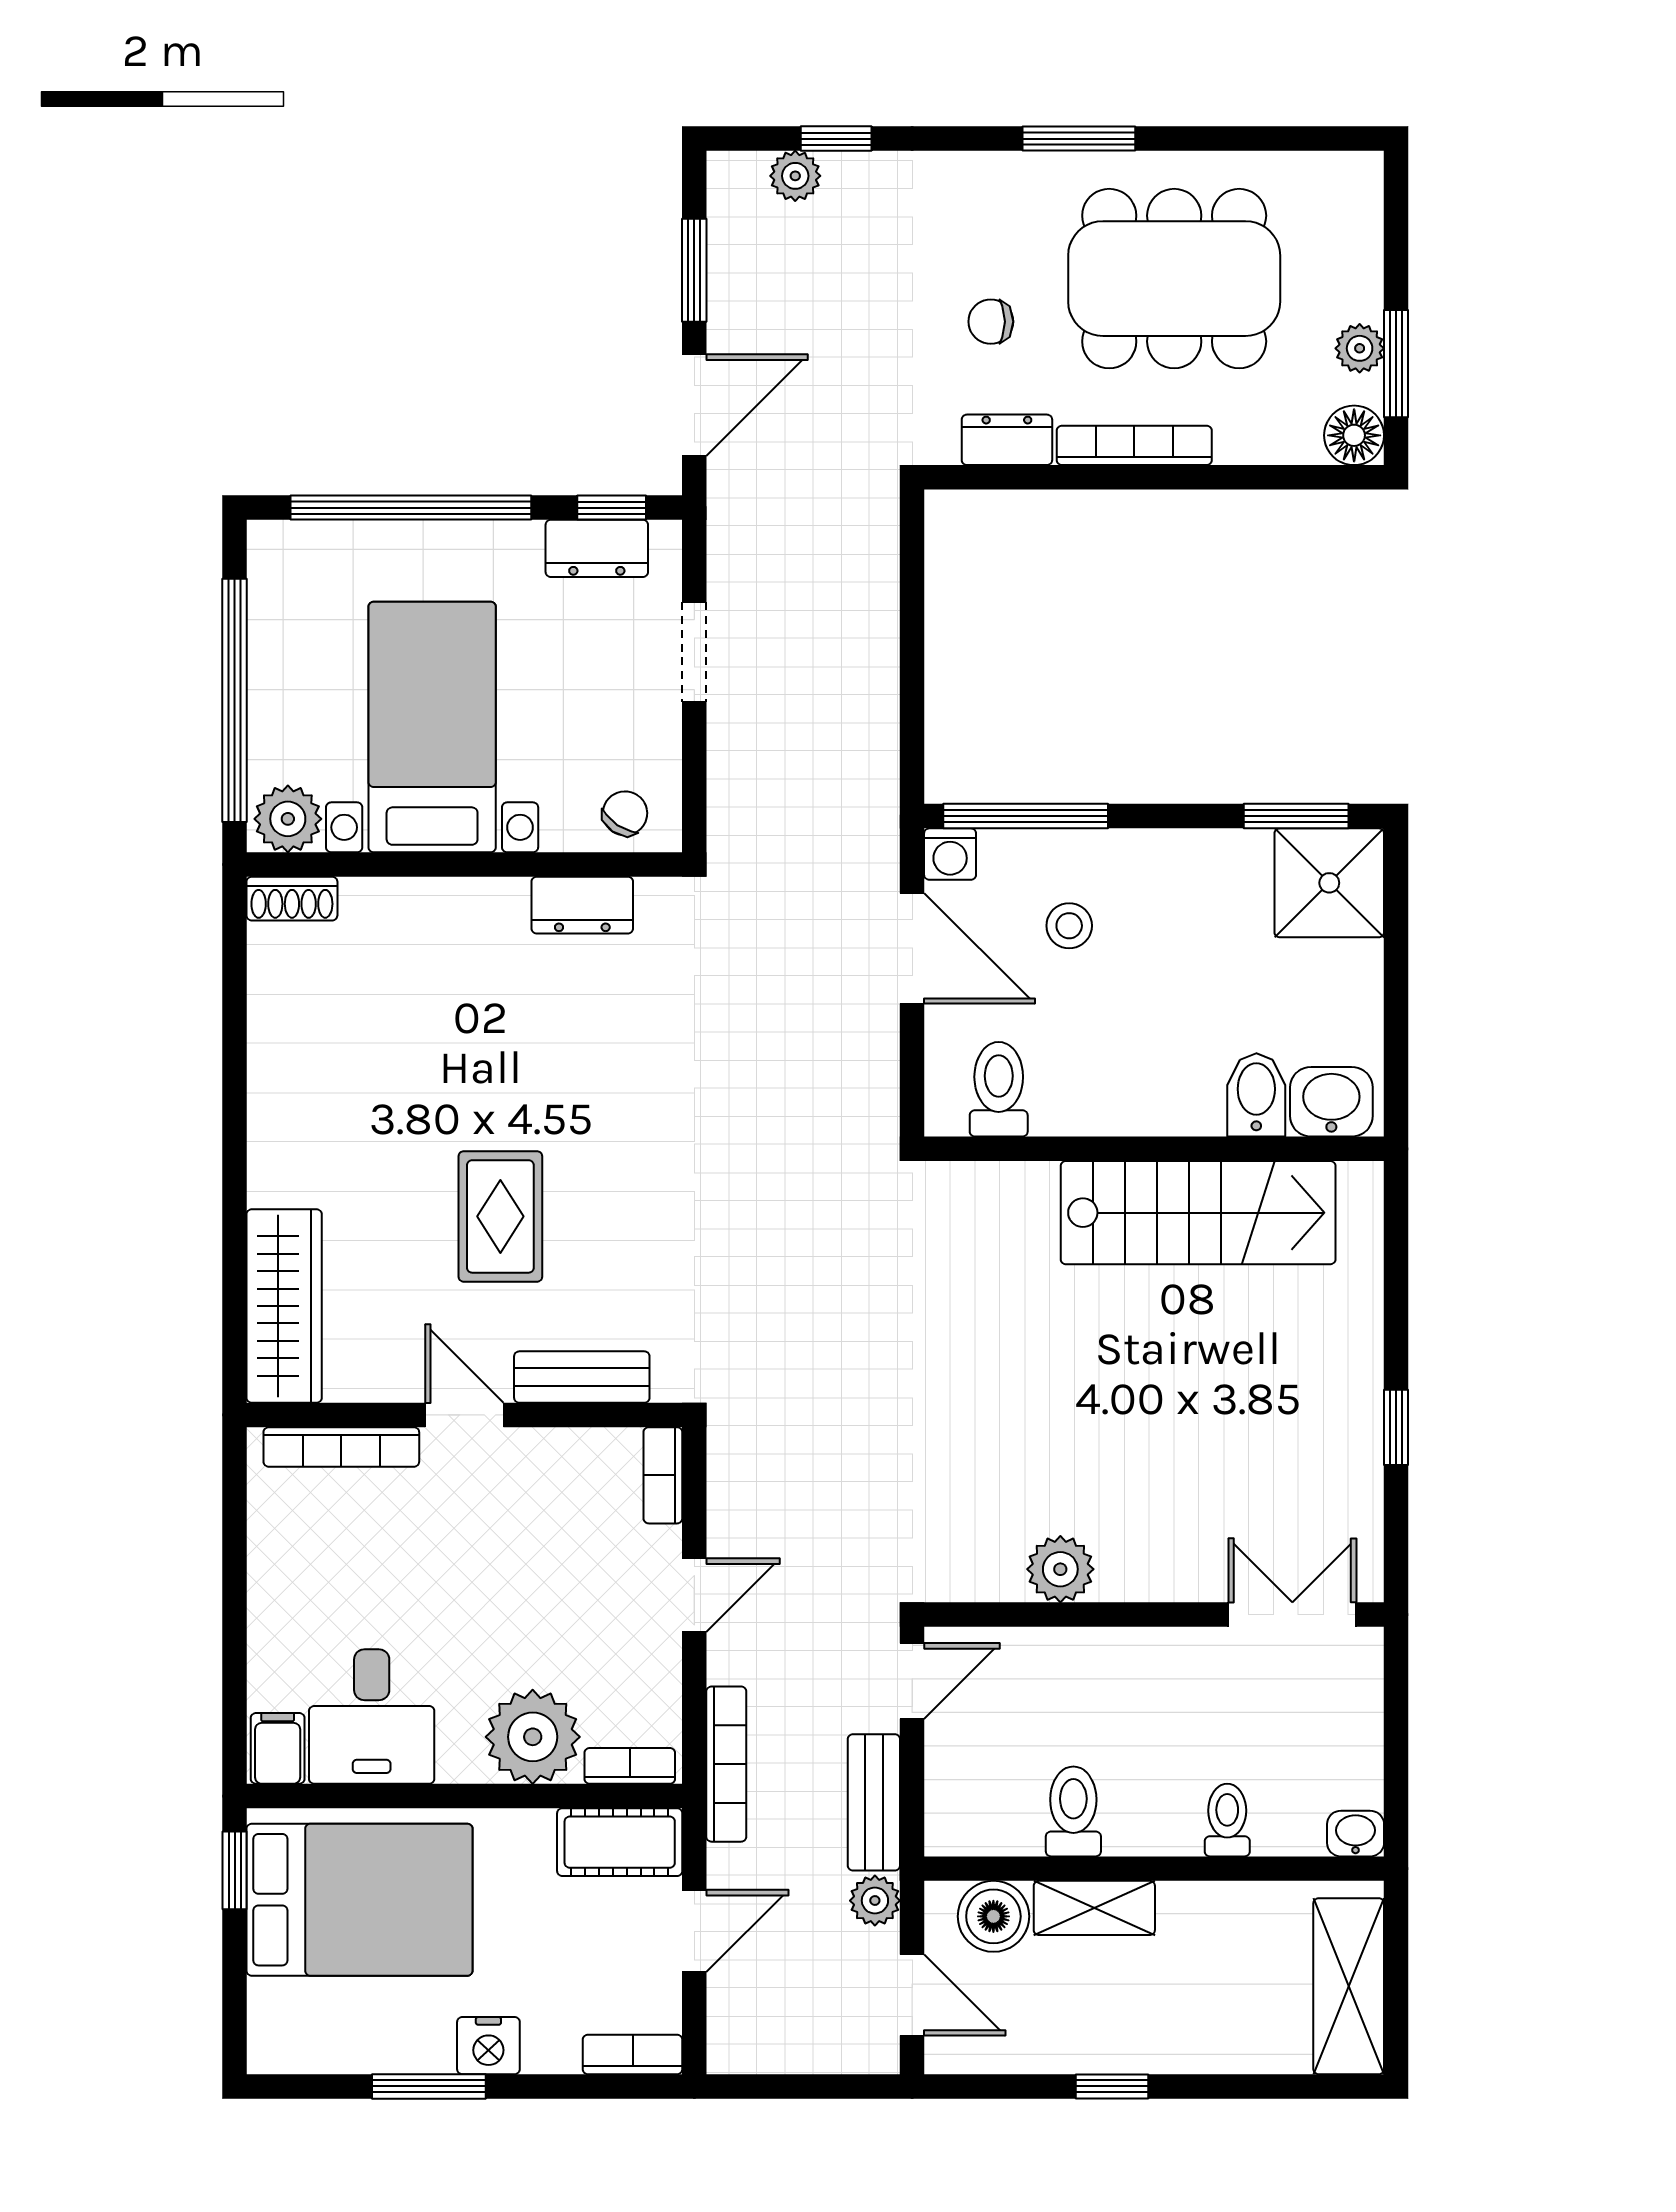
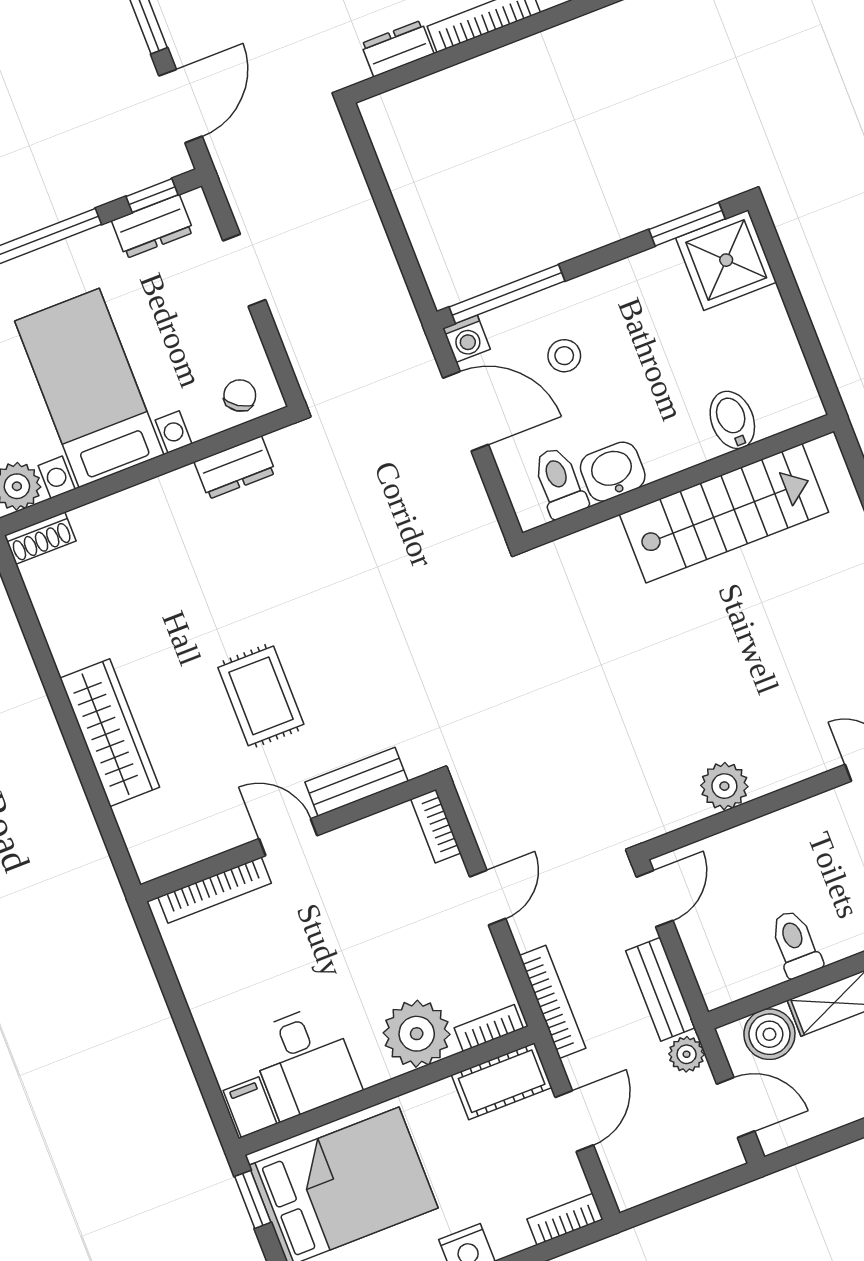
washbasin: (1331, 1102) -> (613, 472), moved
wardrobe: (284, 1306) -> (110, 733), moved

